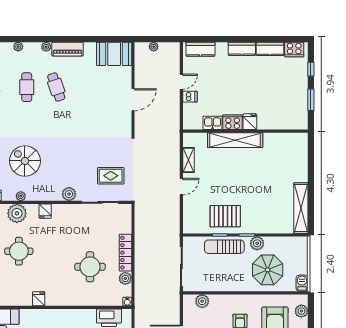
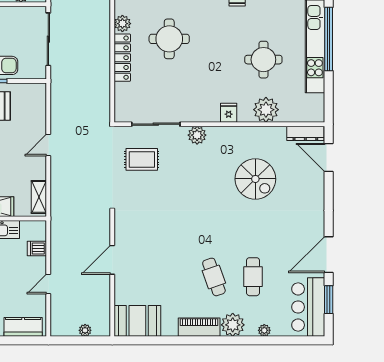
plant: (46, 47) -> (233, 325), width x1.88, depth x1.88
dishwasher: (190, 97) -> (37, 248), moved
shelving: (188, 160) -> (39, 197), moved
plant: (21, 196) -> (261, 132), removed

